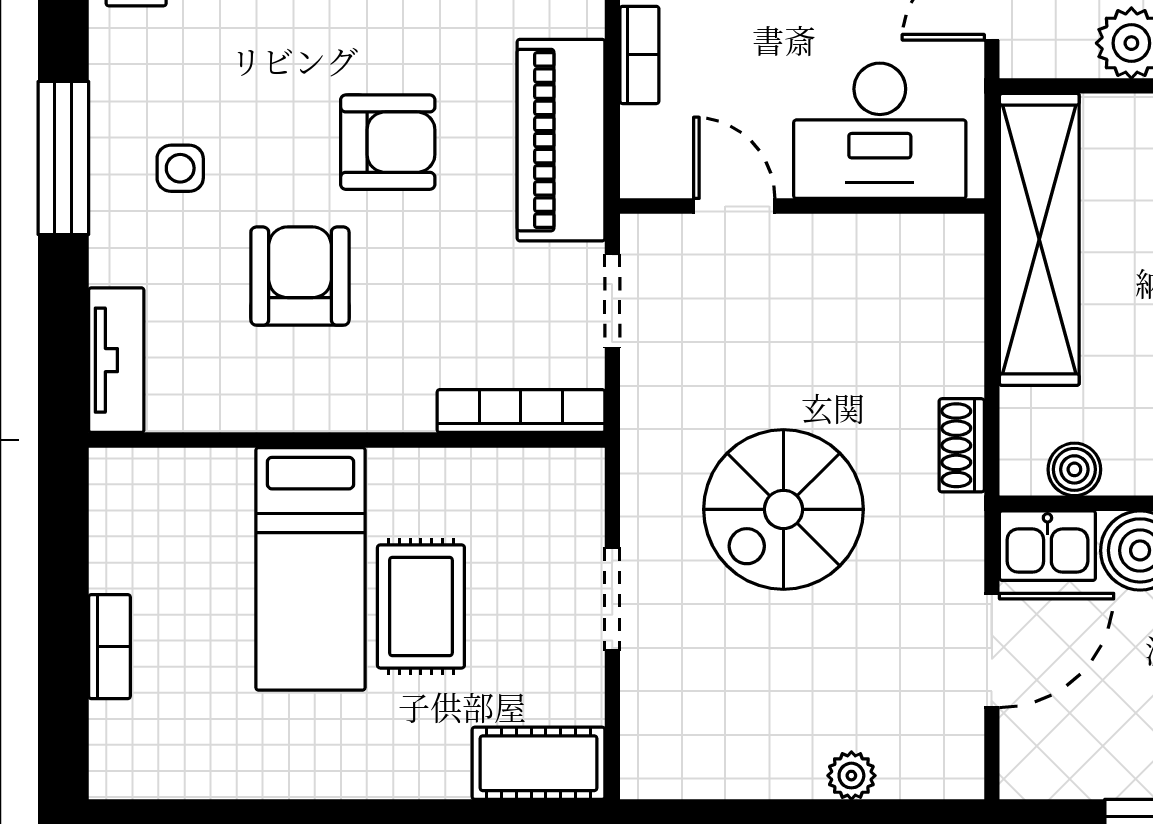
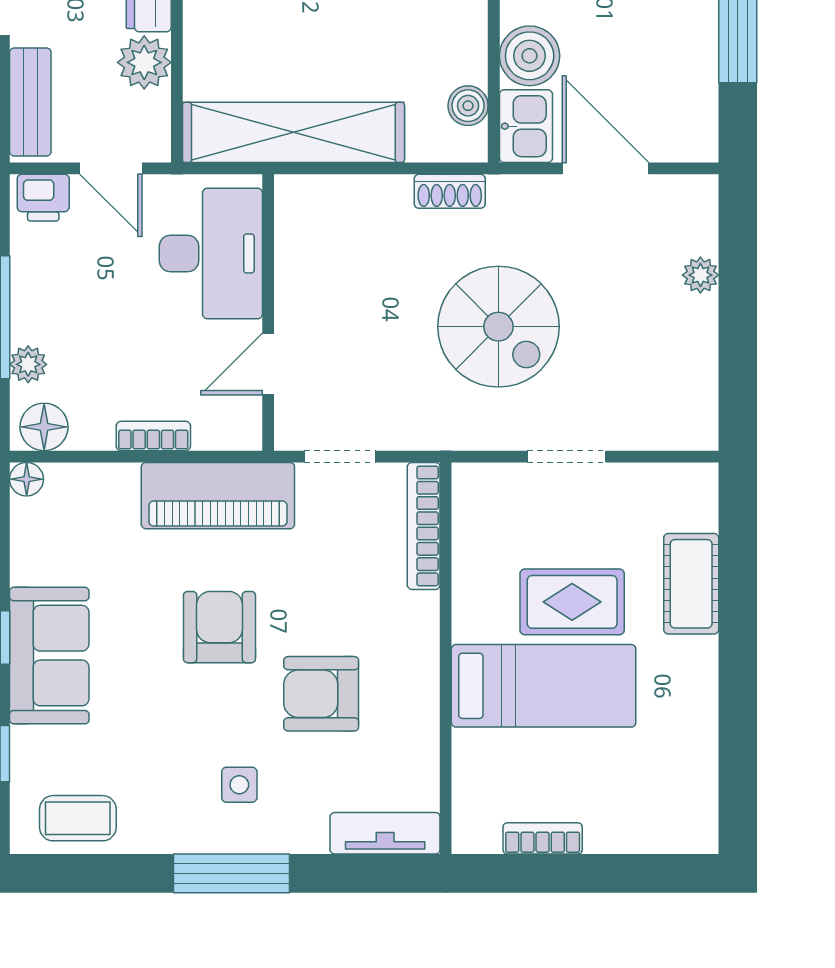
bookcase: (110, 647) -> (543, 838), moved
cot: (538, 763) -> (691, 584), moved

